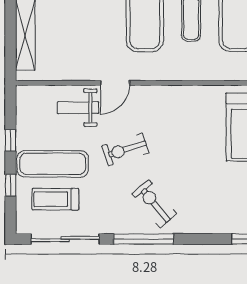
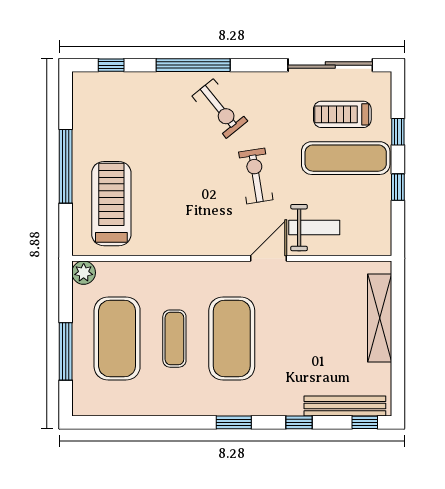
exercise bike: (125, 149) -> (256, 176), turned -81
treadmill: (55, 199) -> (342, 114), turned 180
window: (144, 239) -> (193, 65), moved

